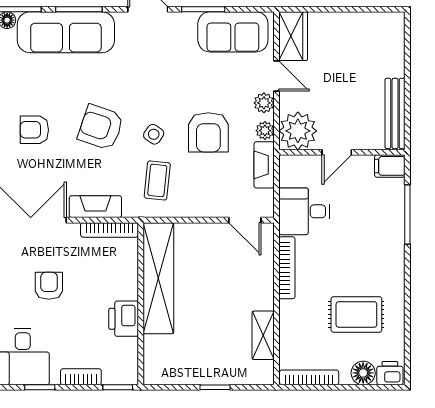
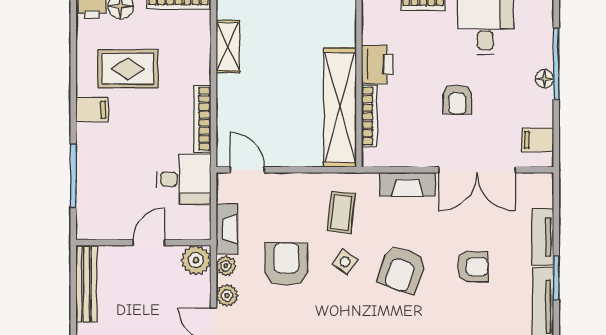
armchair: (101, 127) -> (402, 269), turned 90
plant: (298, 131) -> (196, 260), width x0.73, depth x0.73
filing cabinet: (390, 166) -> (92, 110), moved
bookcase: (110, 230) -> (369, 116), moved, turned 90

